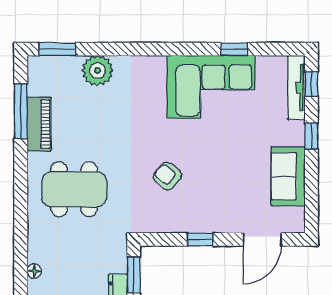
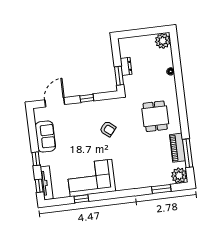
window: (57, 49) -> (161, 189), moved
plant: (97, 71) -> (179, 176), moved
dining table: (74, 189) -> (155, 116), width x0.73

